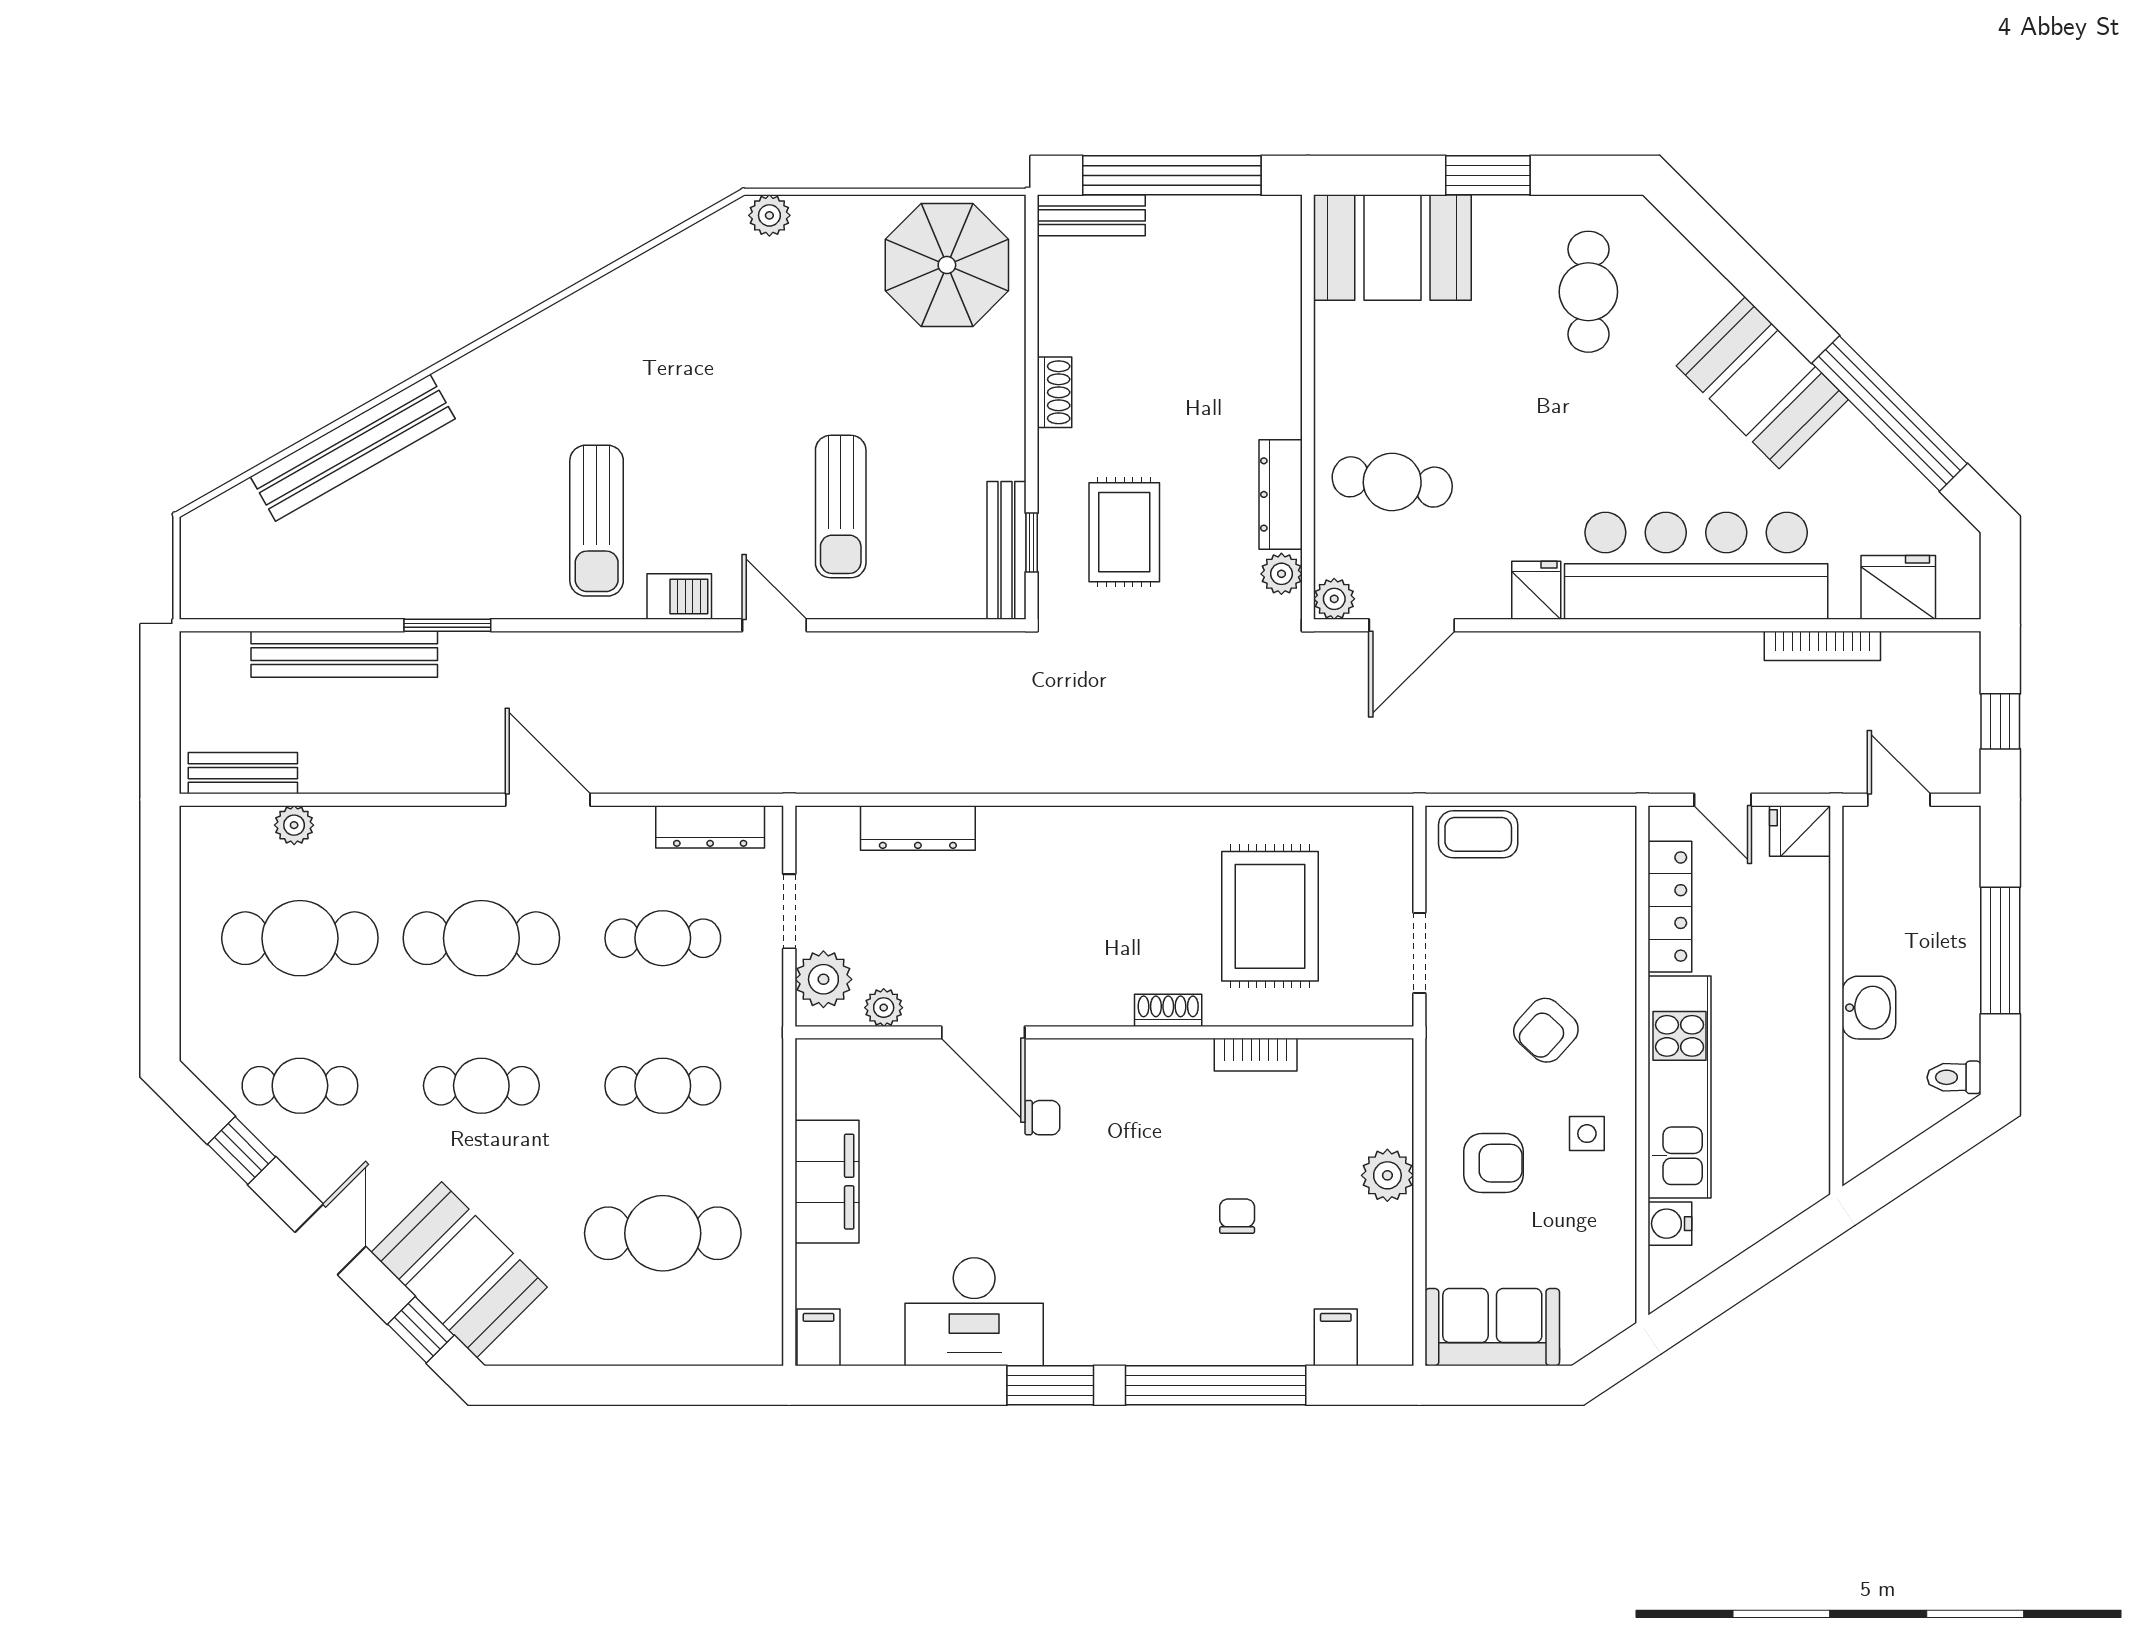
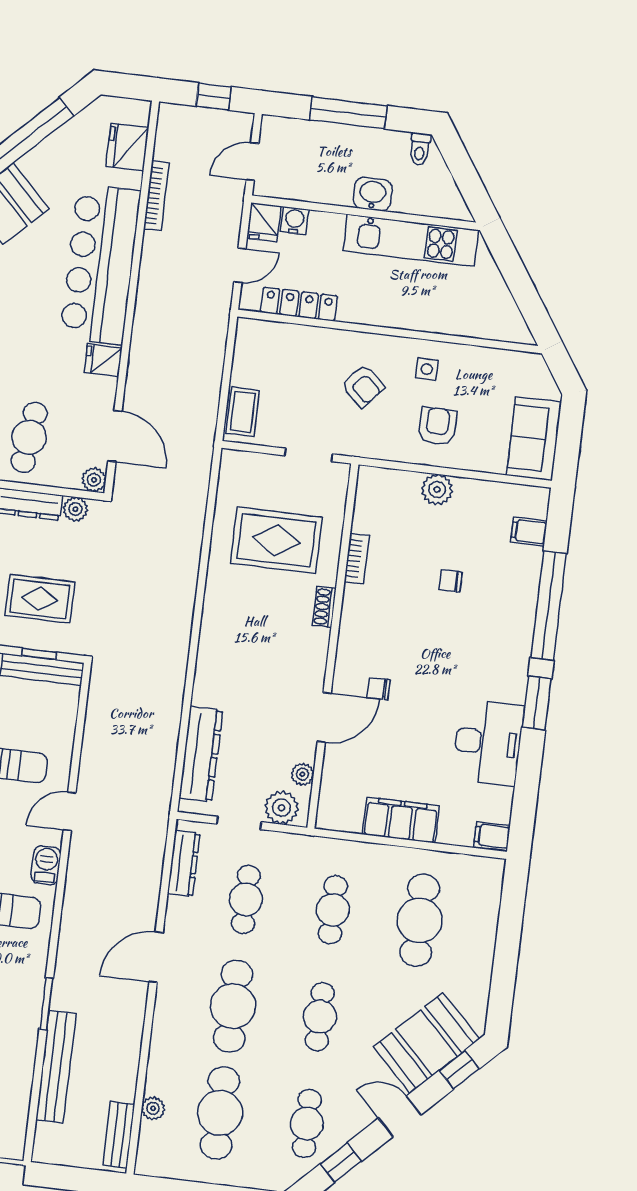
dresser: (918, 828) -> (201, 754), width x1.37, depth x1.24
kitchen unit: (1680, 1087) -> (411, 240), moved, turned 180
chair: (1042, 1118) -> (379, 689), turned -90
water cooler: (1670, 1224) -> (295, 221), moved, turned 180

